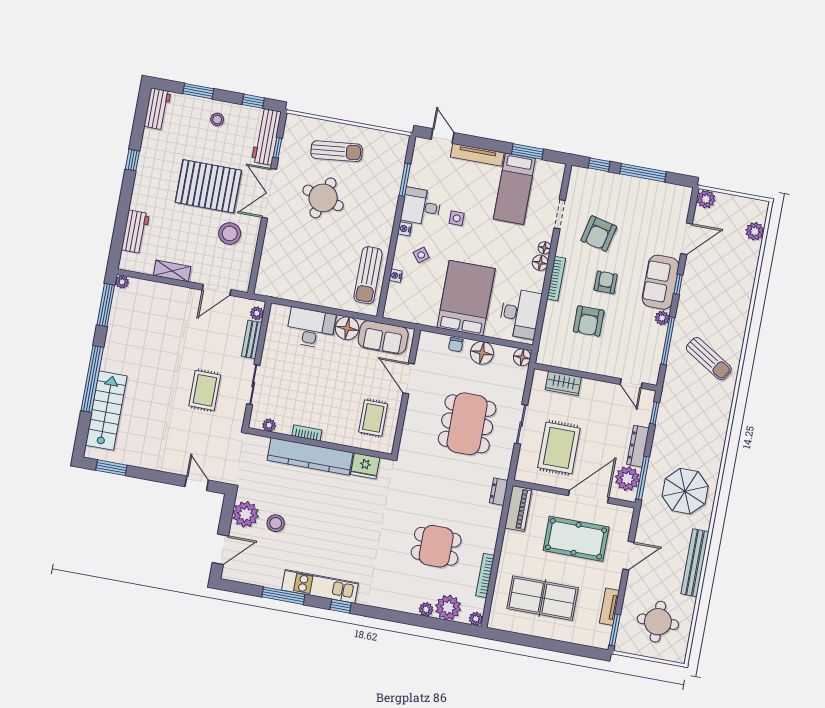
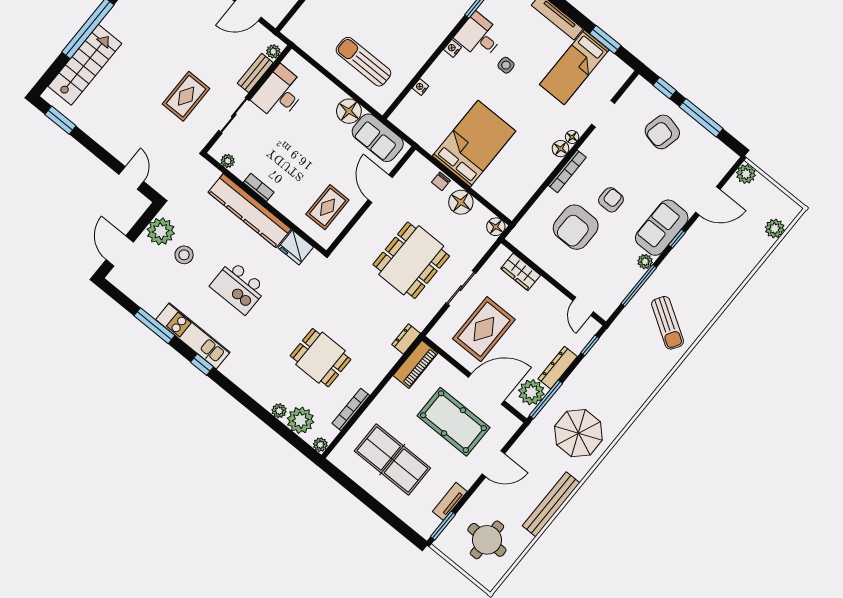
armchair: (599, 234) -> (662, 132), moved
side table: (421, 255) -> (455, 81), removed
sun lounger: (368, 275) -> (363, 62), moved, turned 90
desk: (520, 314) -> (516, 185), removed
armchair: (589, 321) -> (576, 227), width x1.36, depth x1.36
desk: (311, 328) -> (280, 93), moved, turned -90
kitchen island: (336, 525) -> (238, 287), added
door: (220, 549) -> (120, 251), swing flipped

